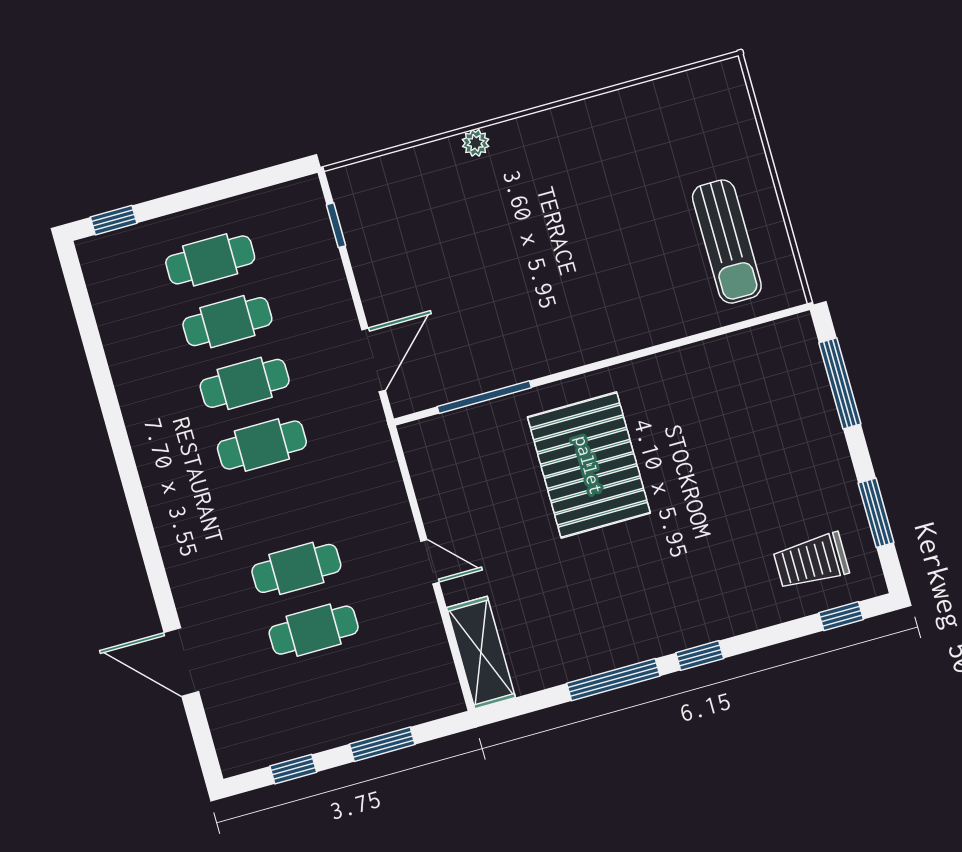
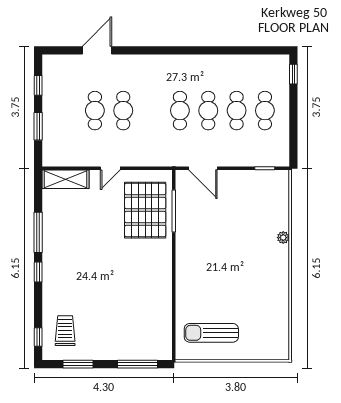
pallet: (589, 465) -> (145, 210), moved, turned 90

